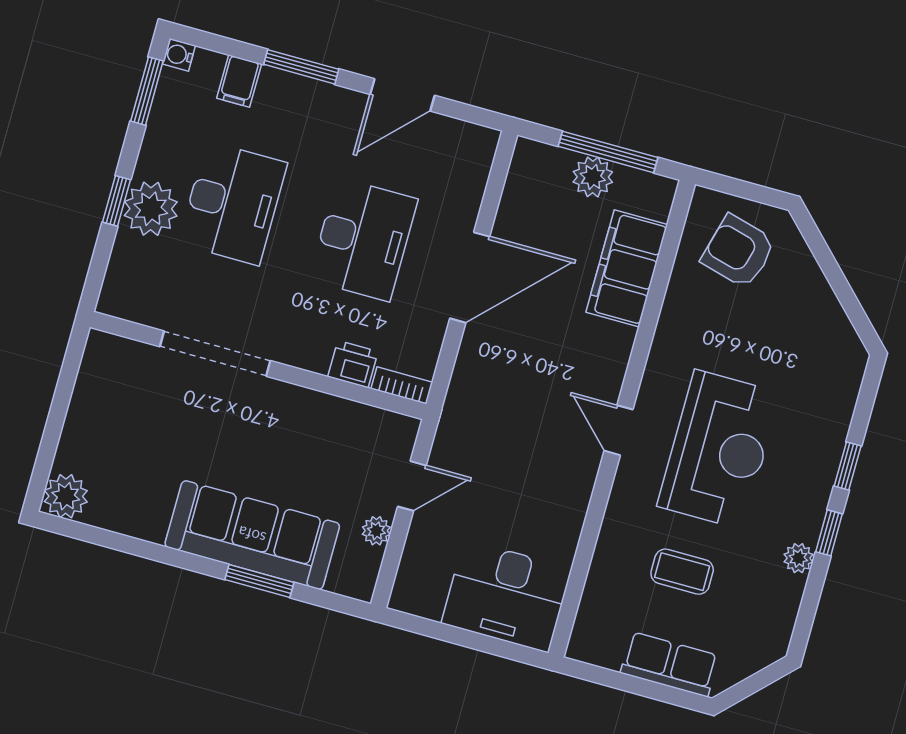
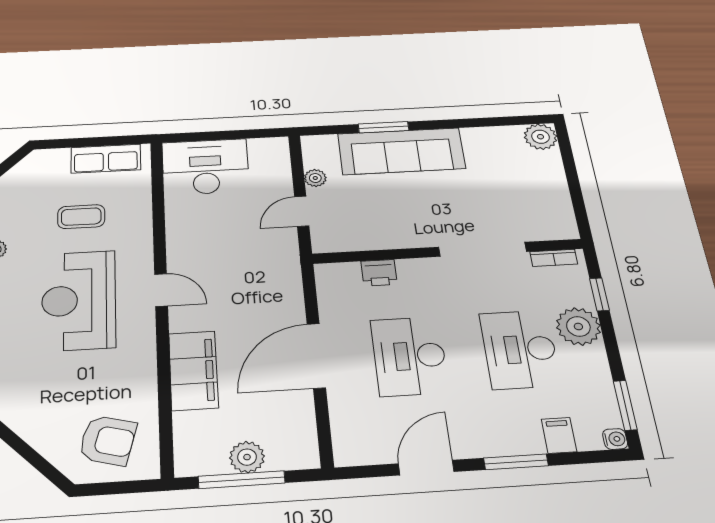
window: (117, 201) -> (599, 294), moved
filing cabinet: (627, 268) -> (193, 370), moved
bookcase: (402, 385) -> (554, 258), moved
row of seats: (670, 664) -> (106, 159), moved

